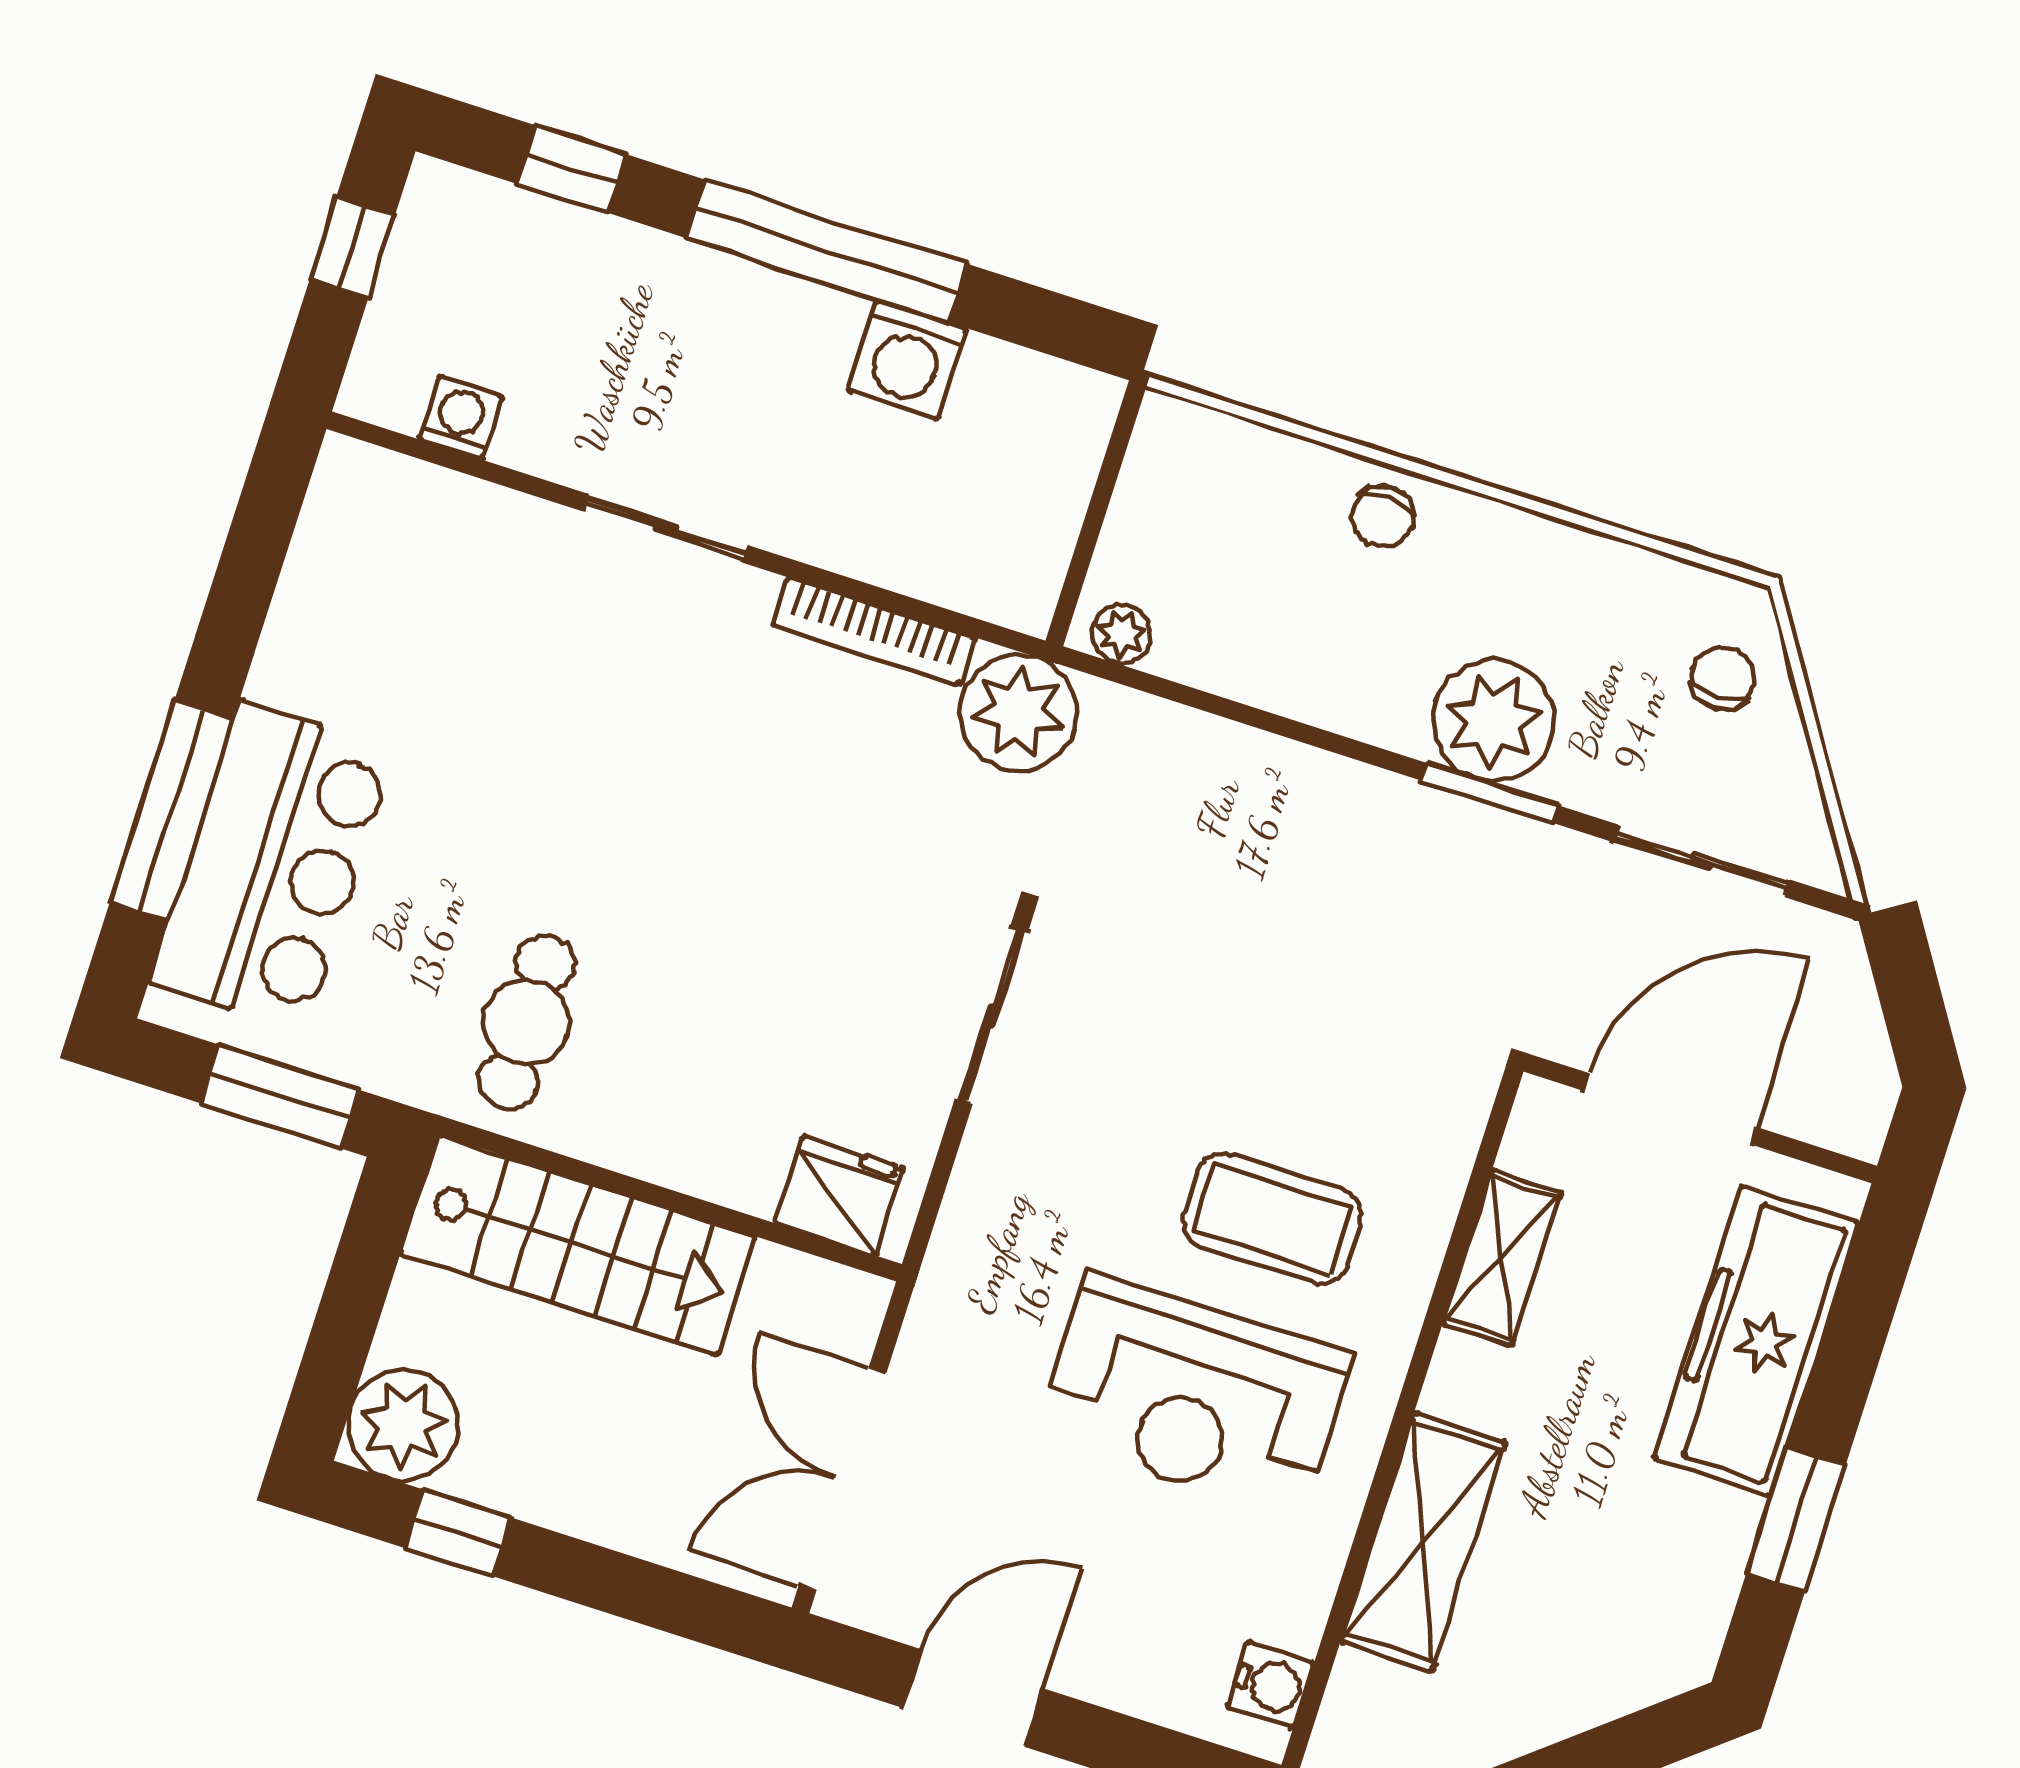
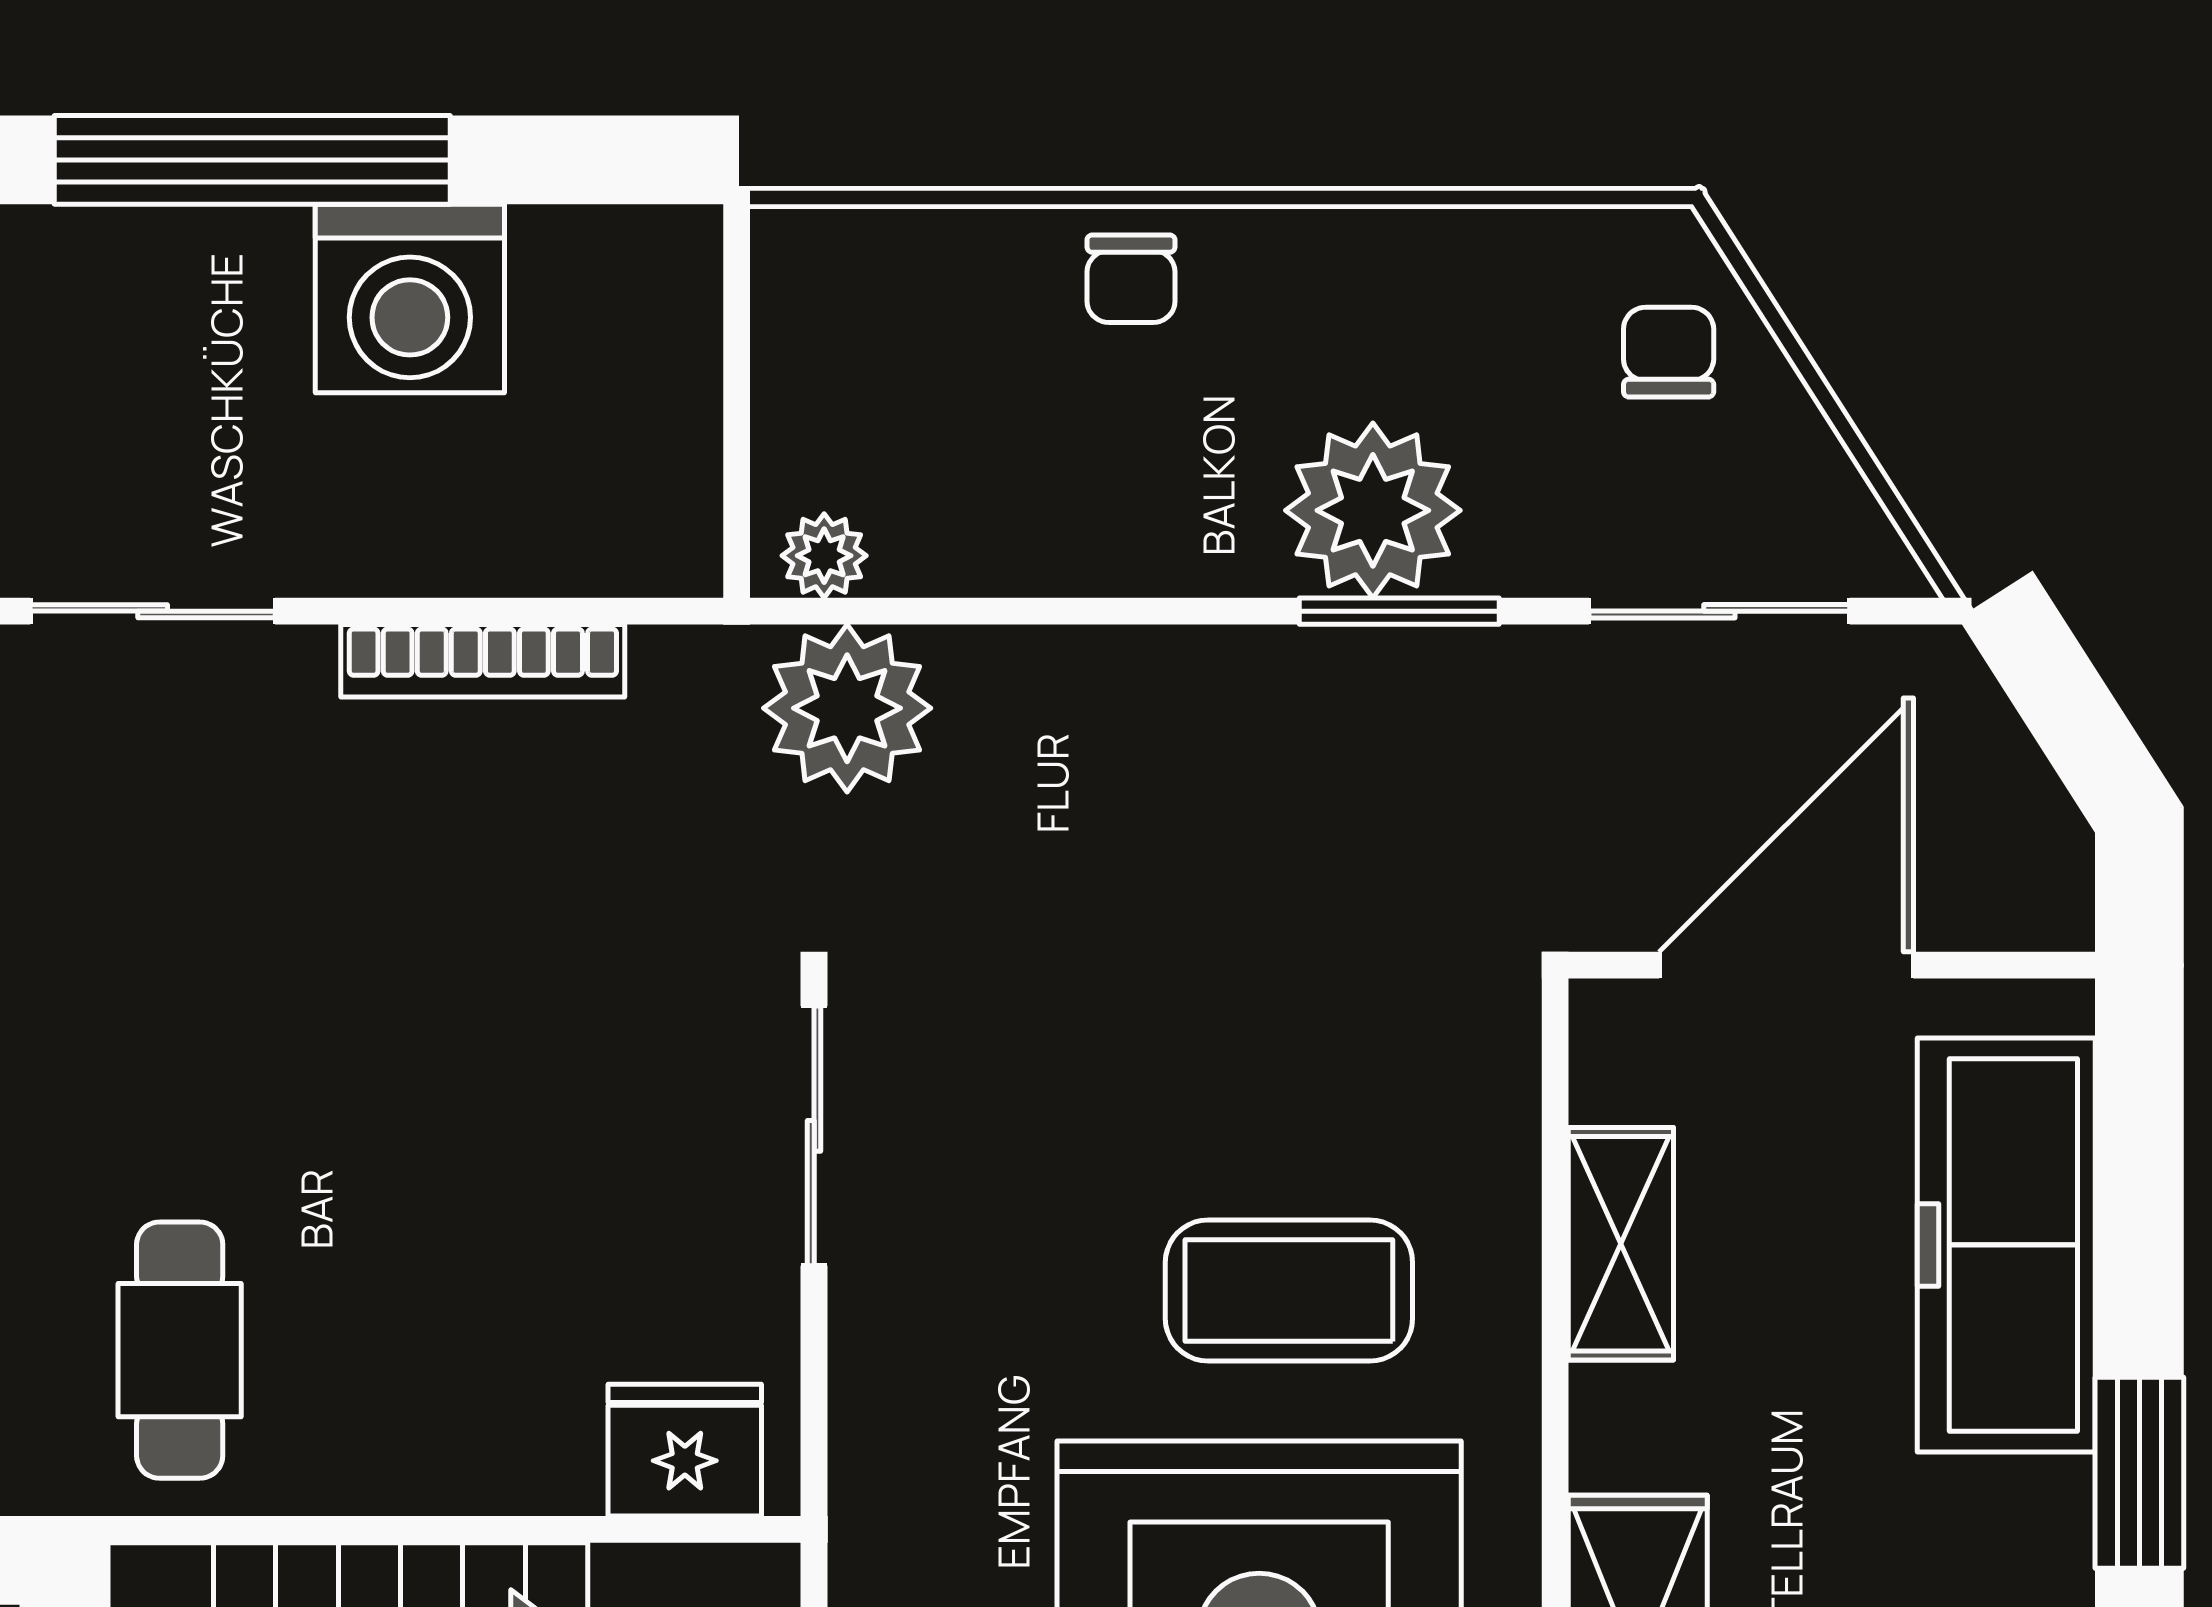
washing machine: (907, 359) -> (410, 299), width x1.37, depth x1.37
plant: (1018, 712) -> (847, 708), moved

